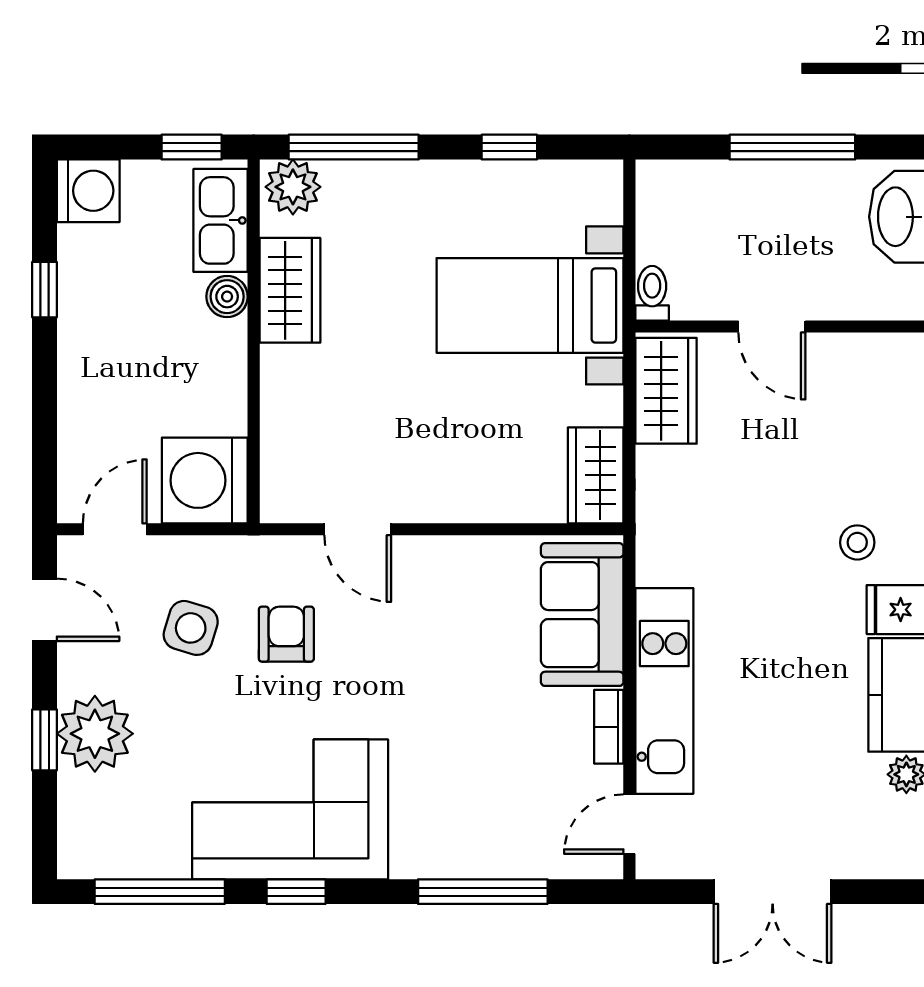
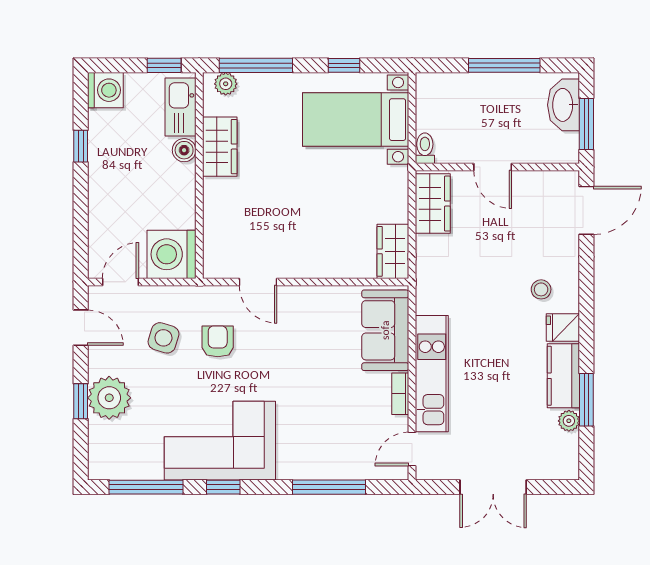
plant: (293, 187) -> (226, 84), width x0.73, depth x0.73
bed with nightstands: (530, 305) -> (356, 120), moved

